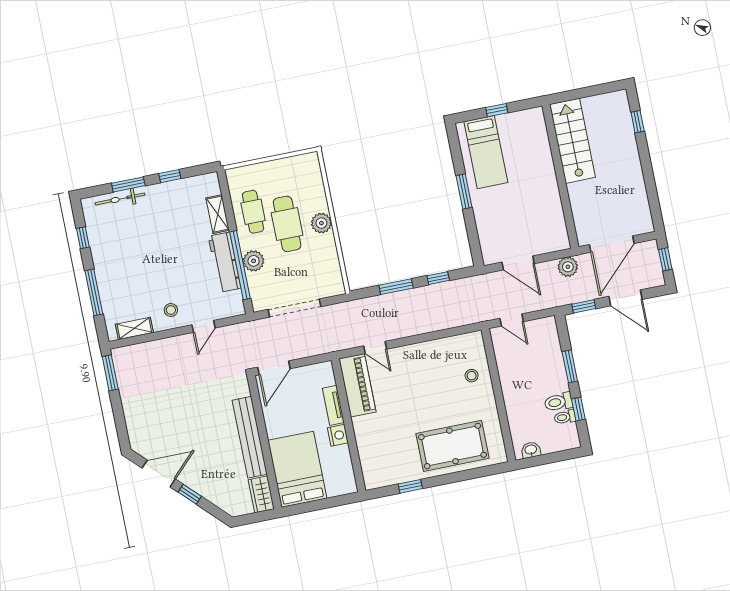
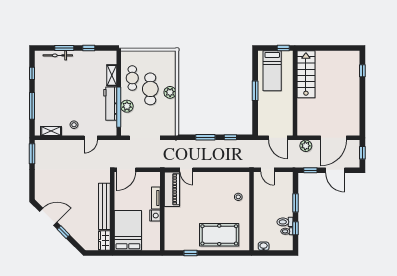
stairs: (572, 141) -> (306, 74), moved
wall: (560, 176) -> (295, 93), moved

